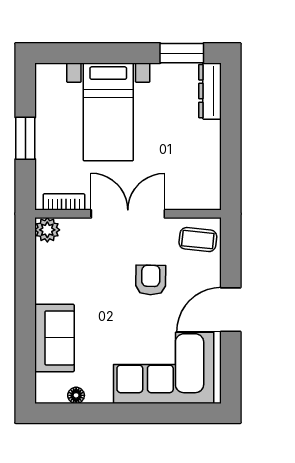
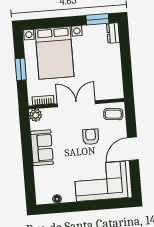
dresser: (210, 91) -> (113, 33), width x0.70
bed with nightstands: (108, 112) -> (54, 53), width x1.36
sofa: (54, 338) -> (42, 148), moved

